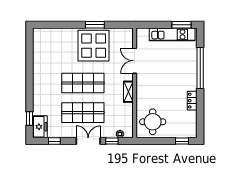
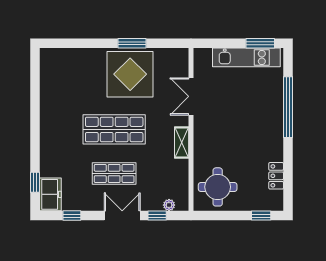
locker: (192, 101) -> (276, 176), moved
shop shelf: (83, 113) -> (114, 173), width x0.70, depth x0.74

